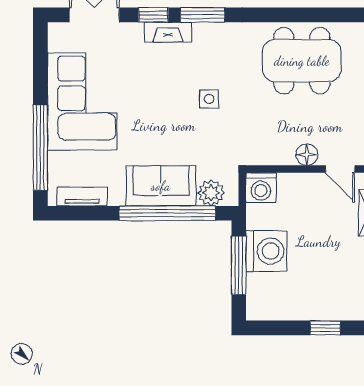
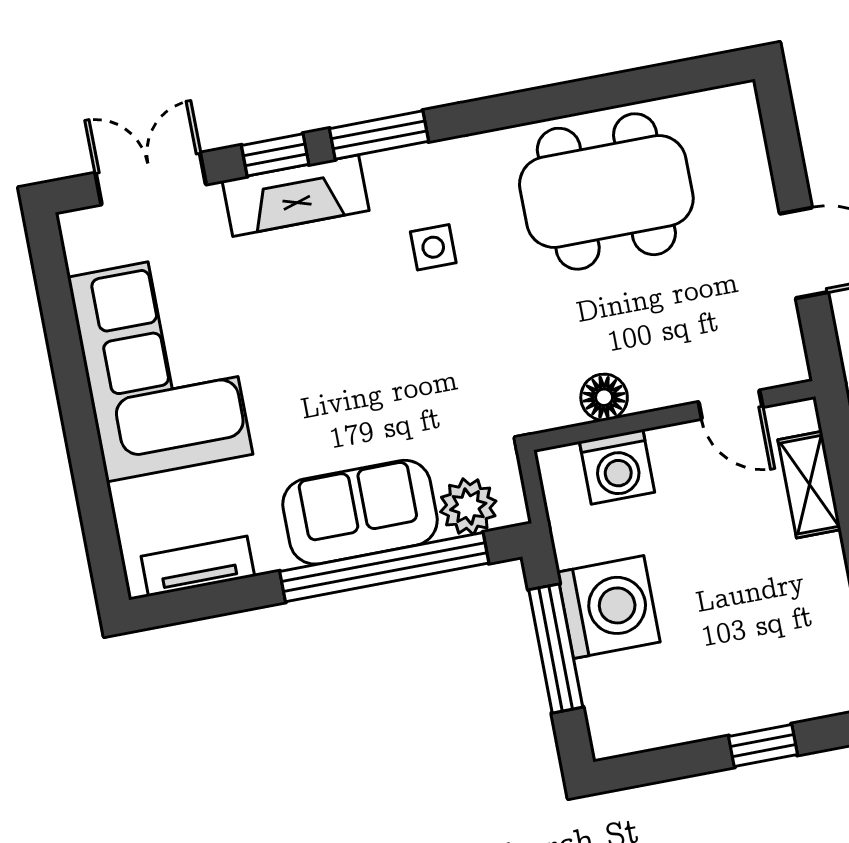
fireplace: (168, 32) -> (296, 196), width x1.37, depth x1.32
side table: (209, 99) -> (433, 247), moved
window: (40, 148) -> (90, 480), removed
floor lamp: (307, 155) -> (604, 397), moved
washing machine: (261, 188) -> (617, 467), moved

